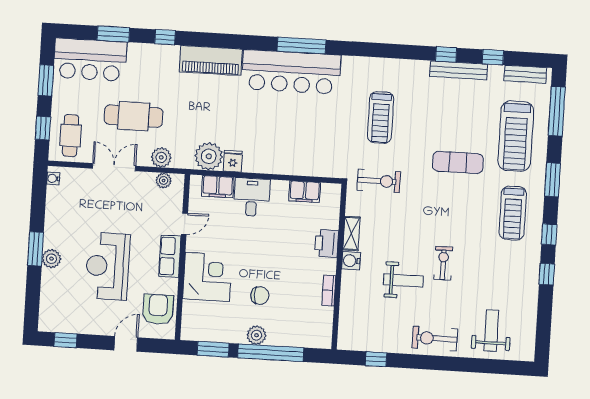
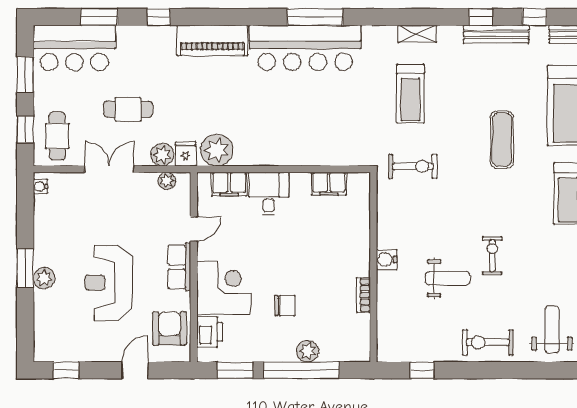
cafe table: (134, 116) -> (128, 109), width x0.73, depth x0.74
fridge: (233, 161) -> (186, 154), moved
exercise mat: (458, 162) -> (502, 140), turned 90
shelving: (351, 233) -> (417, 34), moved, turned 90
printer: (327, 243) -> (210, 332), moved, turned 180
plant: (256, 335) -> (308, 351), moved

